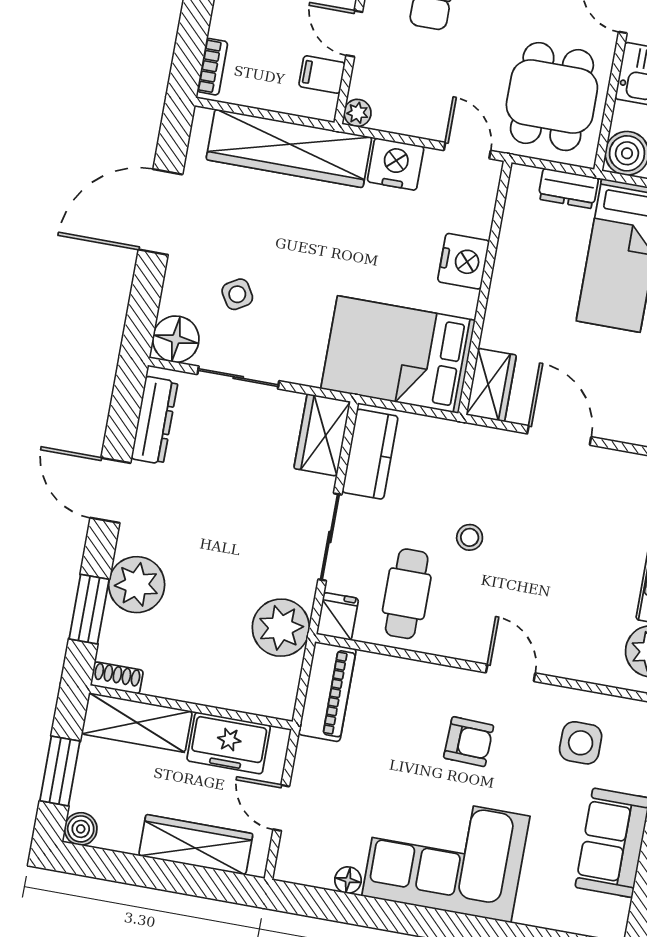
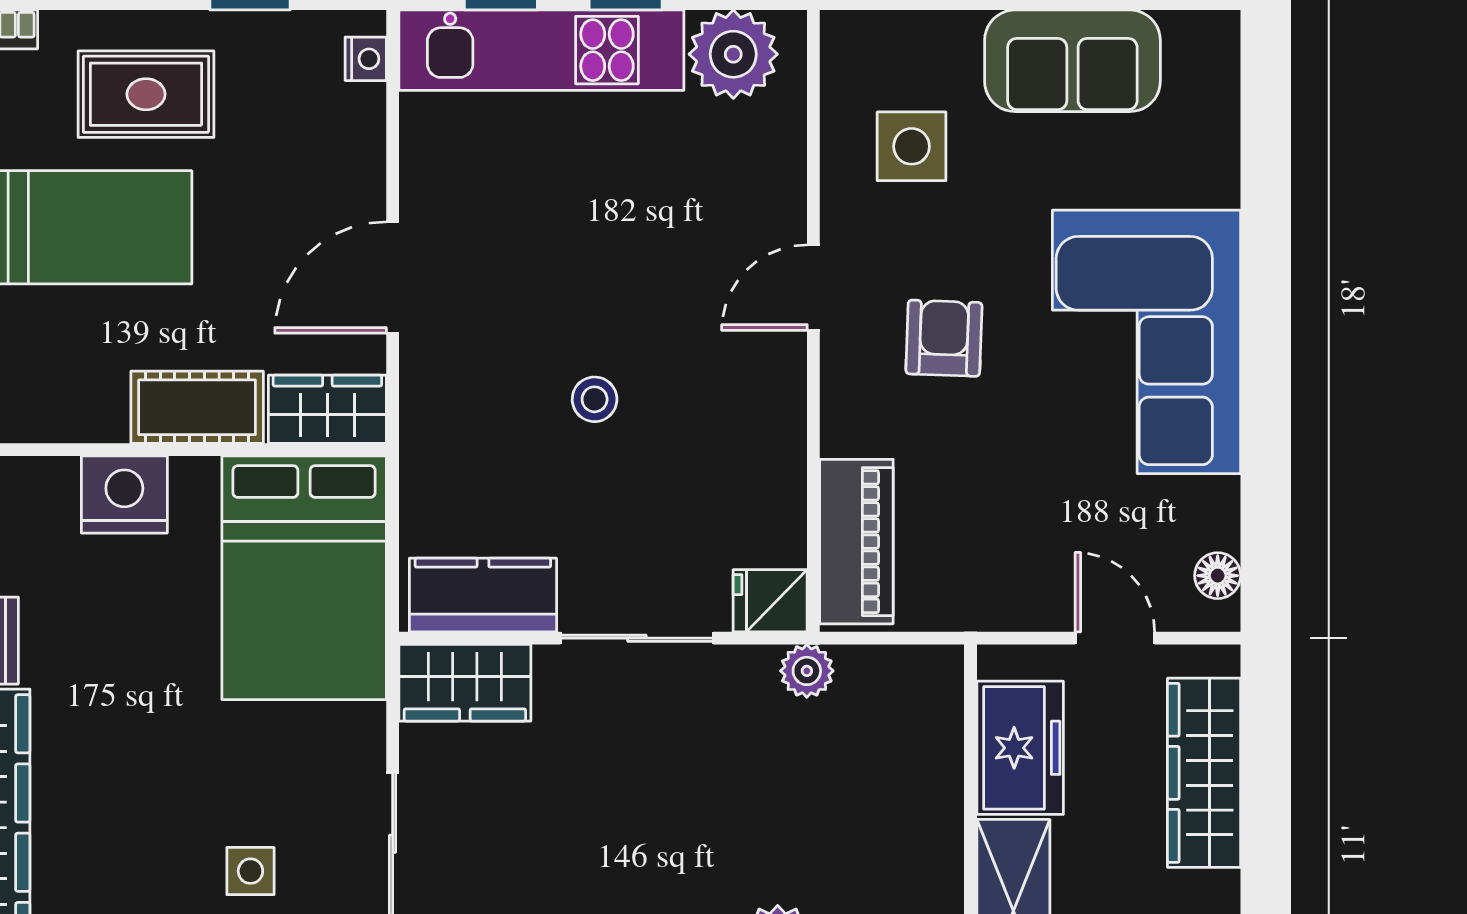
side table: (237, 294) -> (250, 871), turned 31
cot: (506, 311) -> (197, 407), added
cafe table: (407, 594) -> (710, 489), removed
plant: (281, 628) -> (807, 671), width x0.53, depth x0.53
piano: (327, 692) -> (856, 542), moved, turned 90
door: (281, 808) -> (1115, 638), swing flipped
floor lamp: (348, 880) -> (1218, 576), moved

